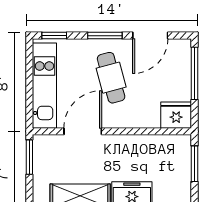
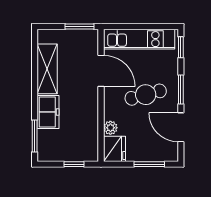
window: (194, 73) -> (149, 164), width x0.69
plant: (151, 120) -> (110, 128), added
window: (194, 164) -> (74, 164), width x0.67

